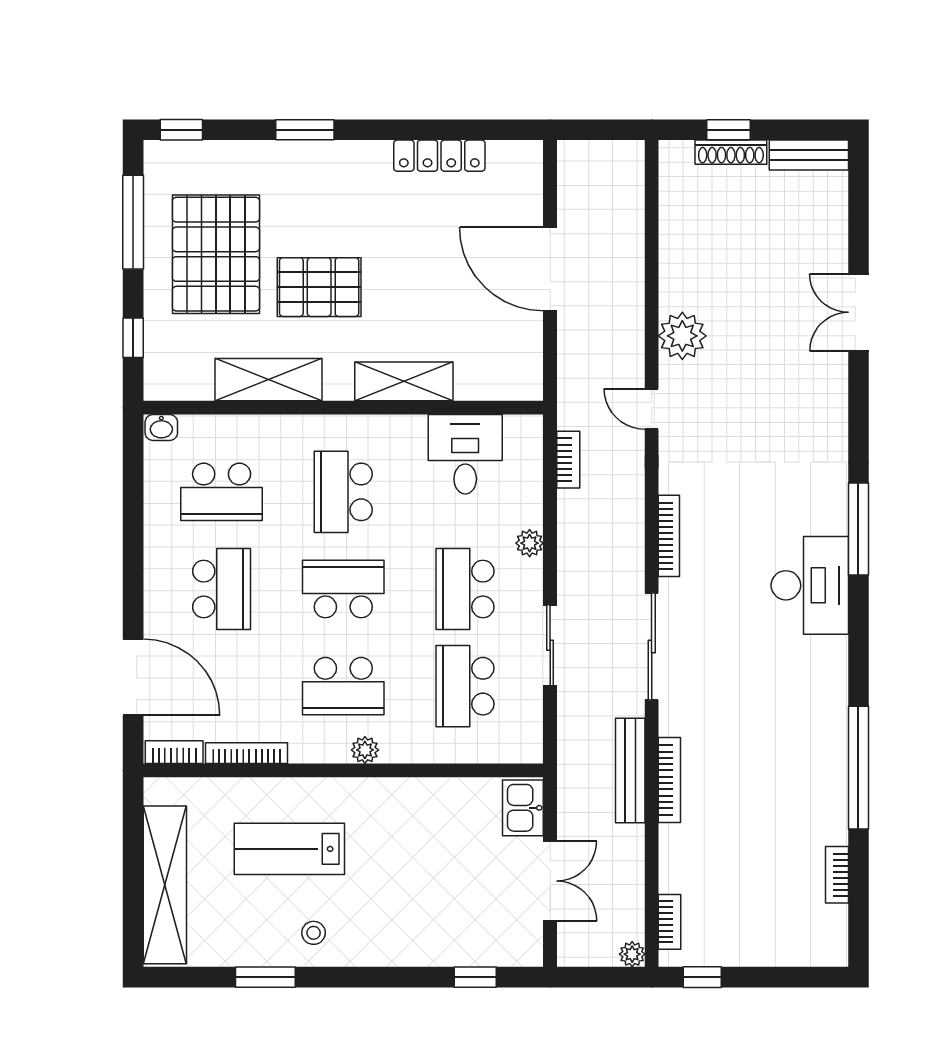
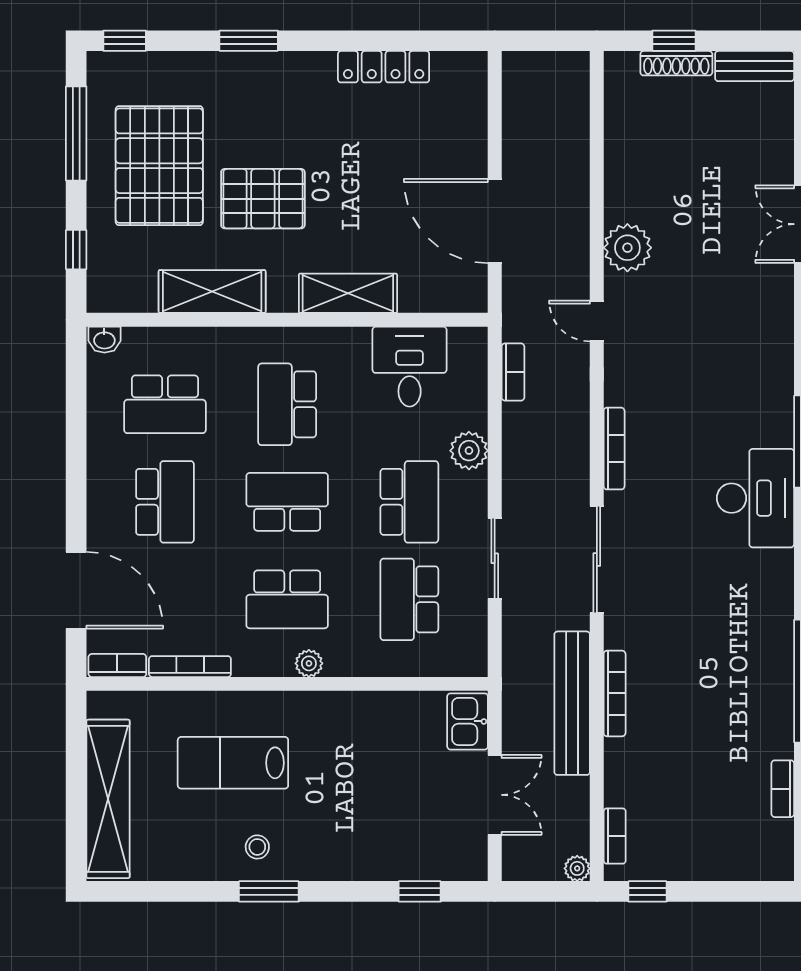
door: (550, 269) -> (495, 221), moved
plant: (530, 543) -> (469, 451), width x1.38, depth x1.38
school desk: (465, 589) -> (409, 502), turned 180
bench: (630, 770) -> (572, 703), width x1.37, depth x1.21
window: (265, 977) -> (269, 891), moved

